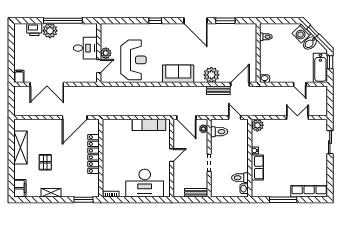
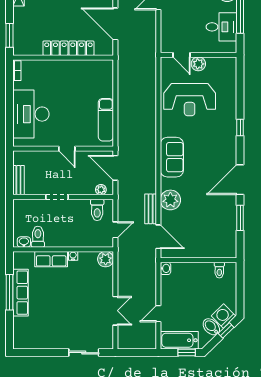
desk: (85, 48) -> (221, 27), moved, turned -90
door: (186, 118) -> (115, 168), hinge flipped
row of seats: (309, 191) -> (20, 293), moved

